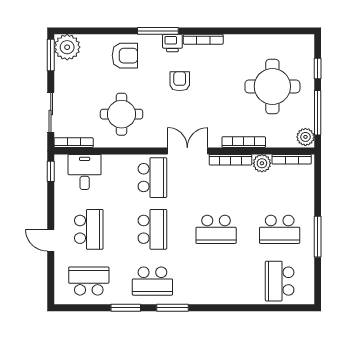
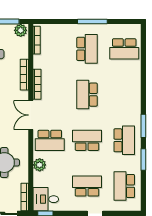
plant: (262, 163) -> (40, 165), moved
desk: (85, 172) -> (46, 199), moved
school desk: (152, 178) -> (50, 140), turned 180
school desk: (216, 229) -> (87, 95), turned 180

